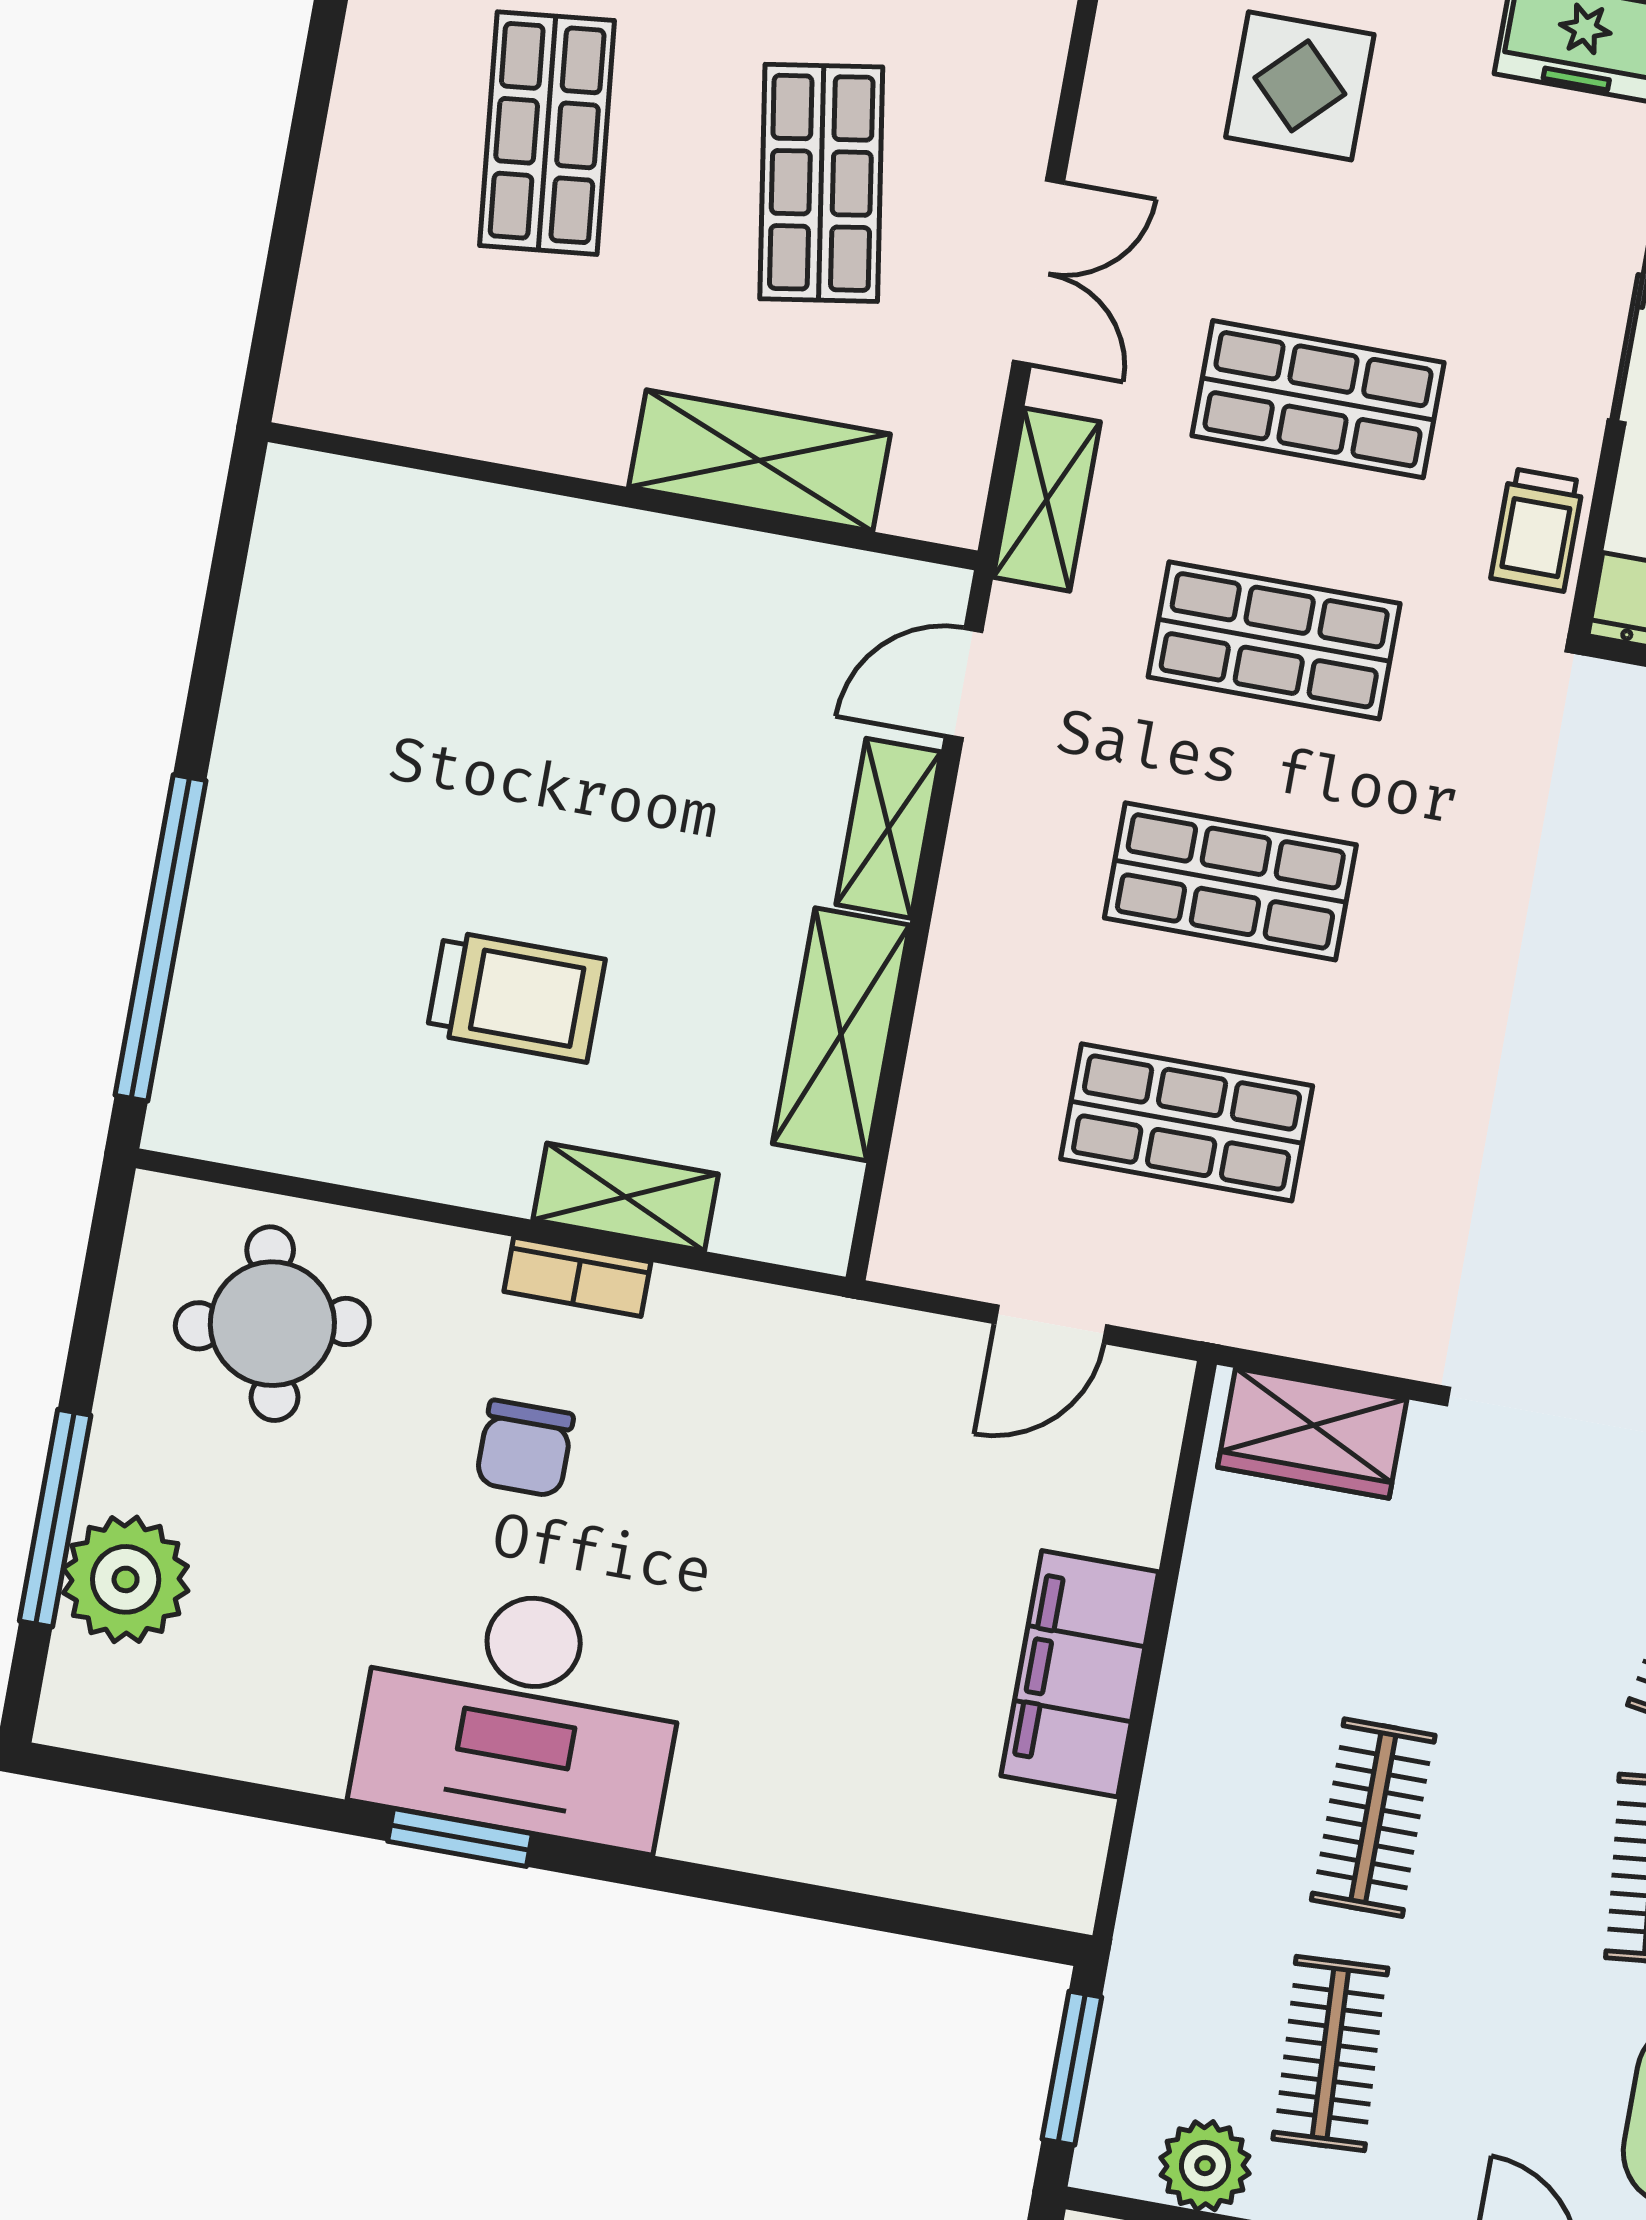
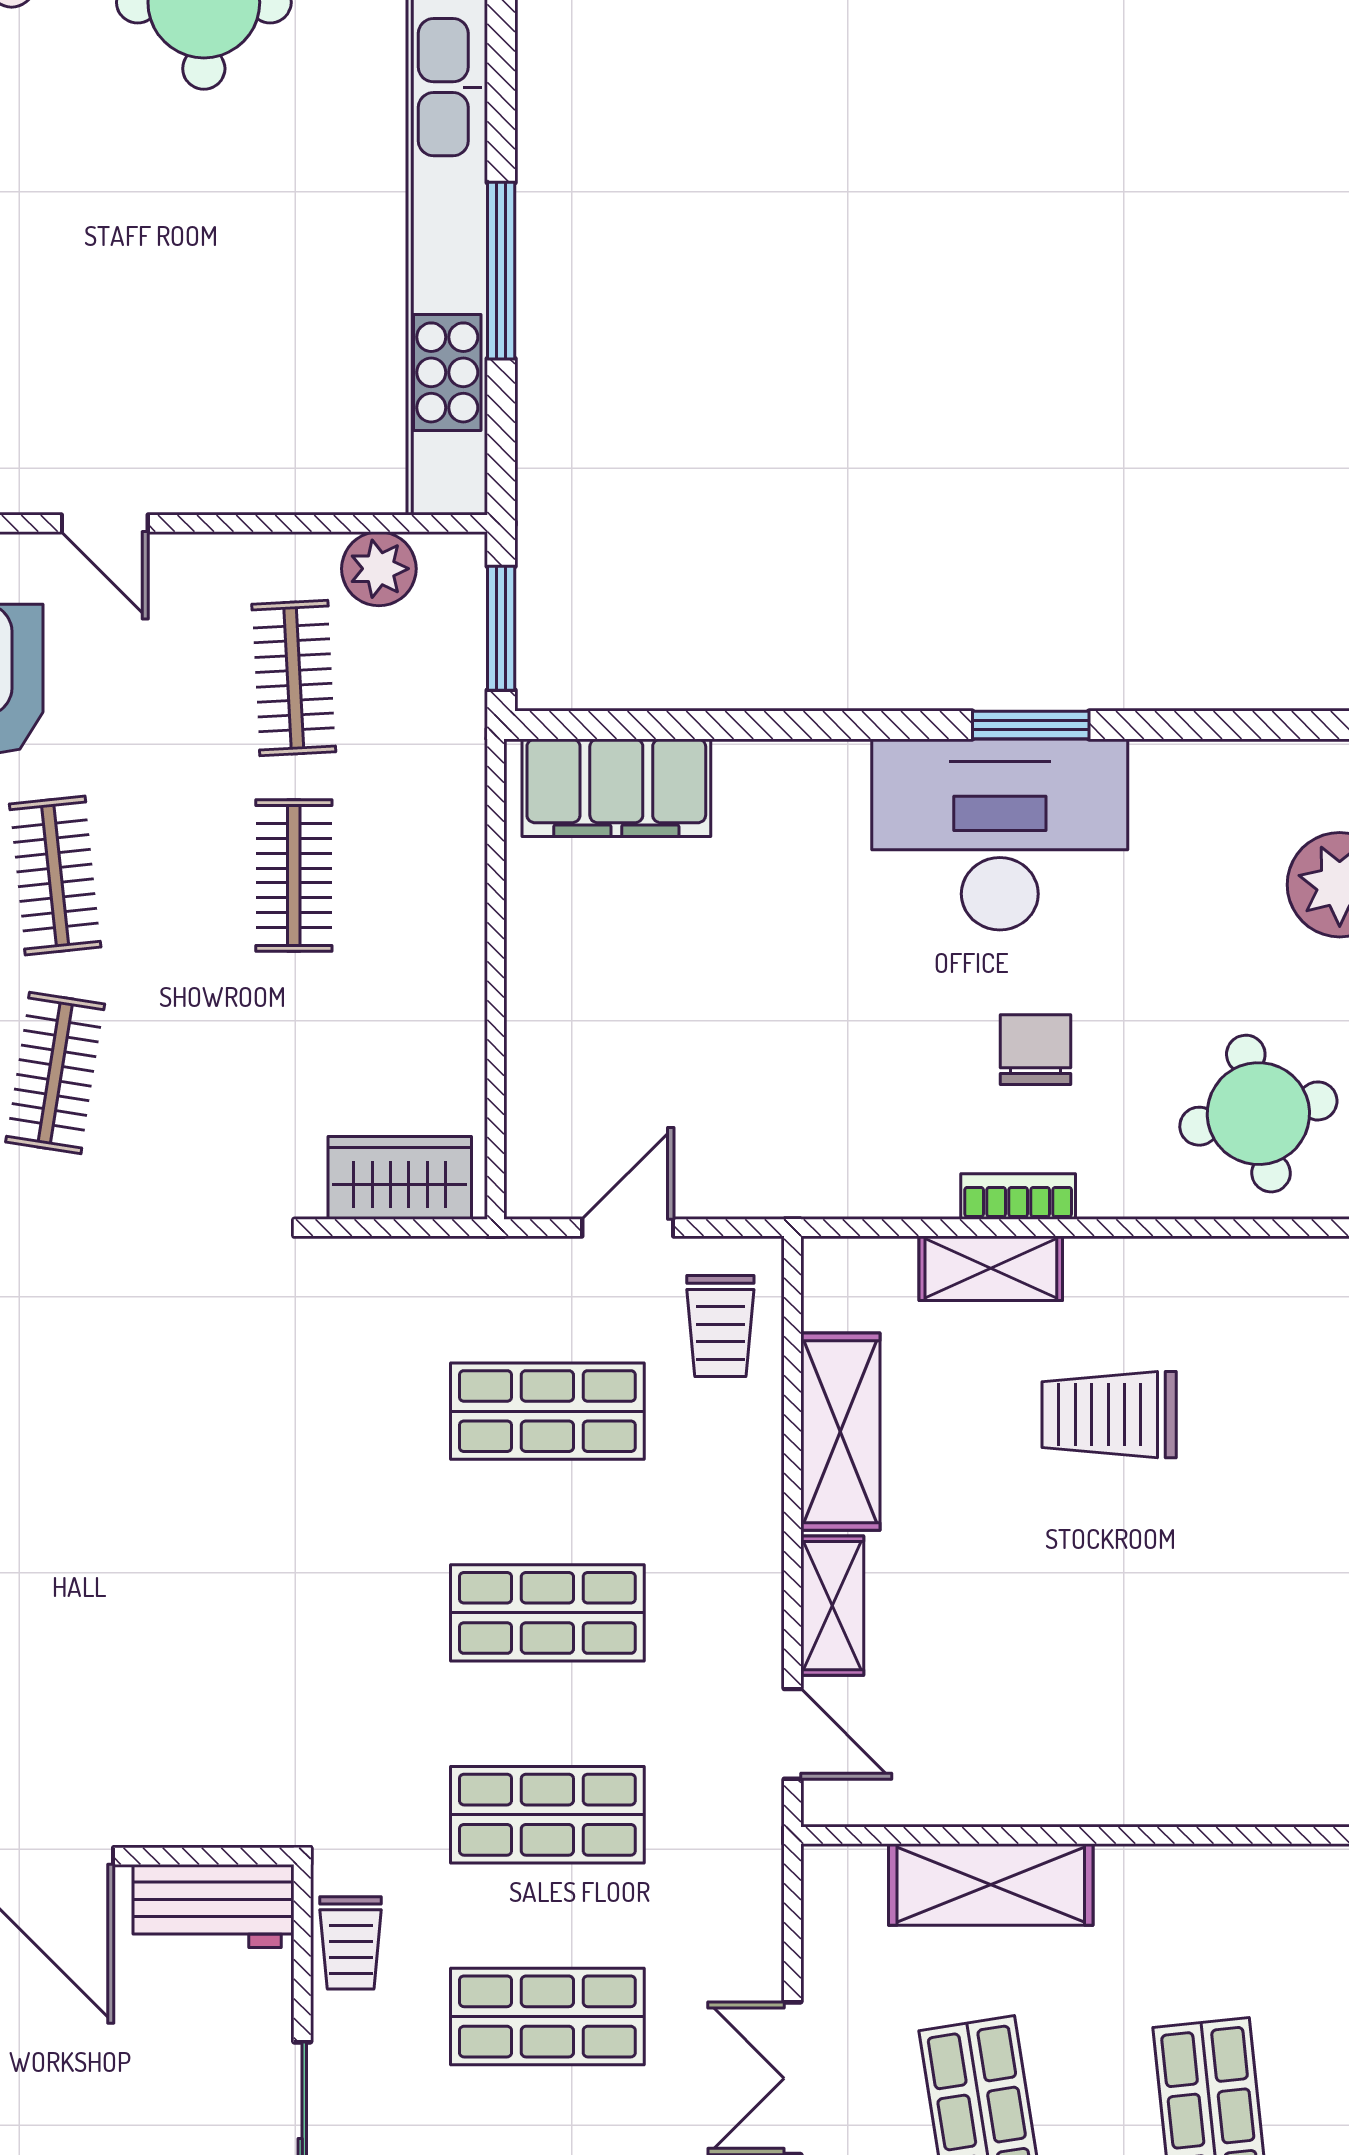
shelving: (1047, 500) -> (752, 1895), removed
trolley: (1537, 530) -> (351, 1943), turned 180
door: (964, 684) -> (793, 1734), hinge flipped
trolley: (961, 1187) -> (720, 1326), added
filing cabinet: (1080, 1674) -> (616, 788), moved, turned 90

